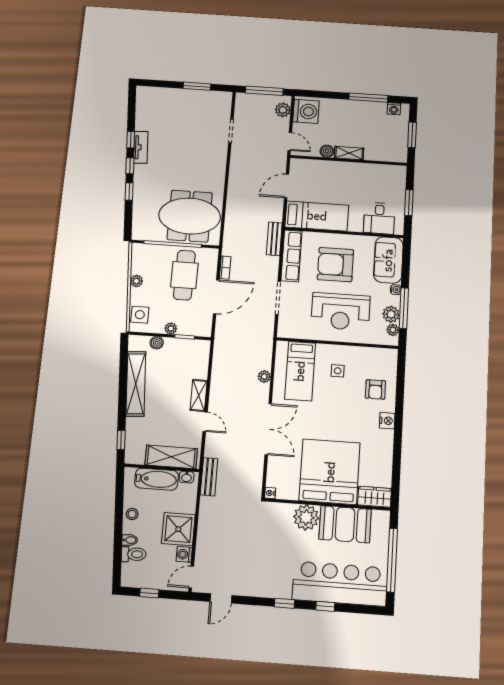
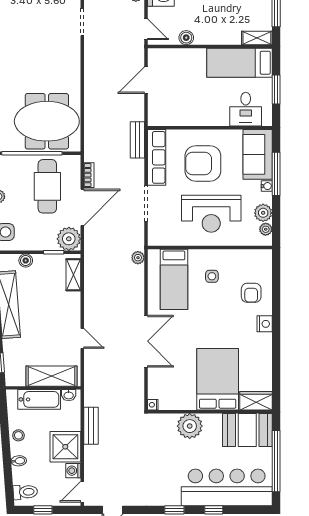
shelving: (349, 153) -> (257, 38), moved
bed: (317, 216) -> (239, 63), moved, turned 180
window: (404, 308) -> (276, 174), moved
plant: (171, 328) -> (69, 239), moved, width x1.88, depth x1.88
plant: (264, 377) -> (138, 258), moved
shelving: (199, 395) -> (73, 275), moved
bed: (330, 472) -> (218, 379), width x0.73
bench: (209, 477) -> (91, 426), moved
booth: (345, 524) -> (247, 430), moved
toilet: (134, 554) -> (25, 492), moved

